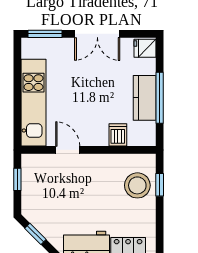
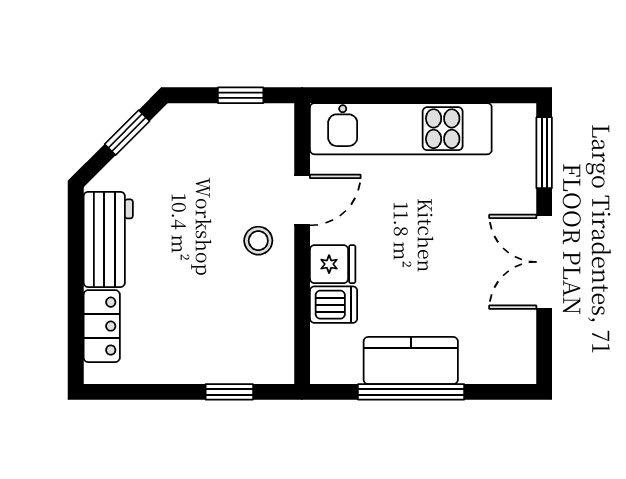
fridge: (145, 48) -> (333, 264), moved, turned 90
stool: (137, 185) -> (258, 241), moved, width x0.53, depth x0.53

